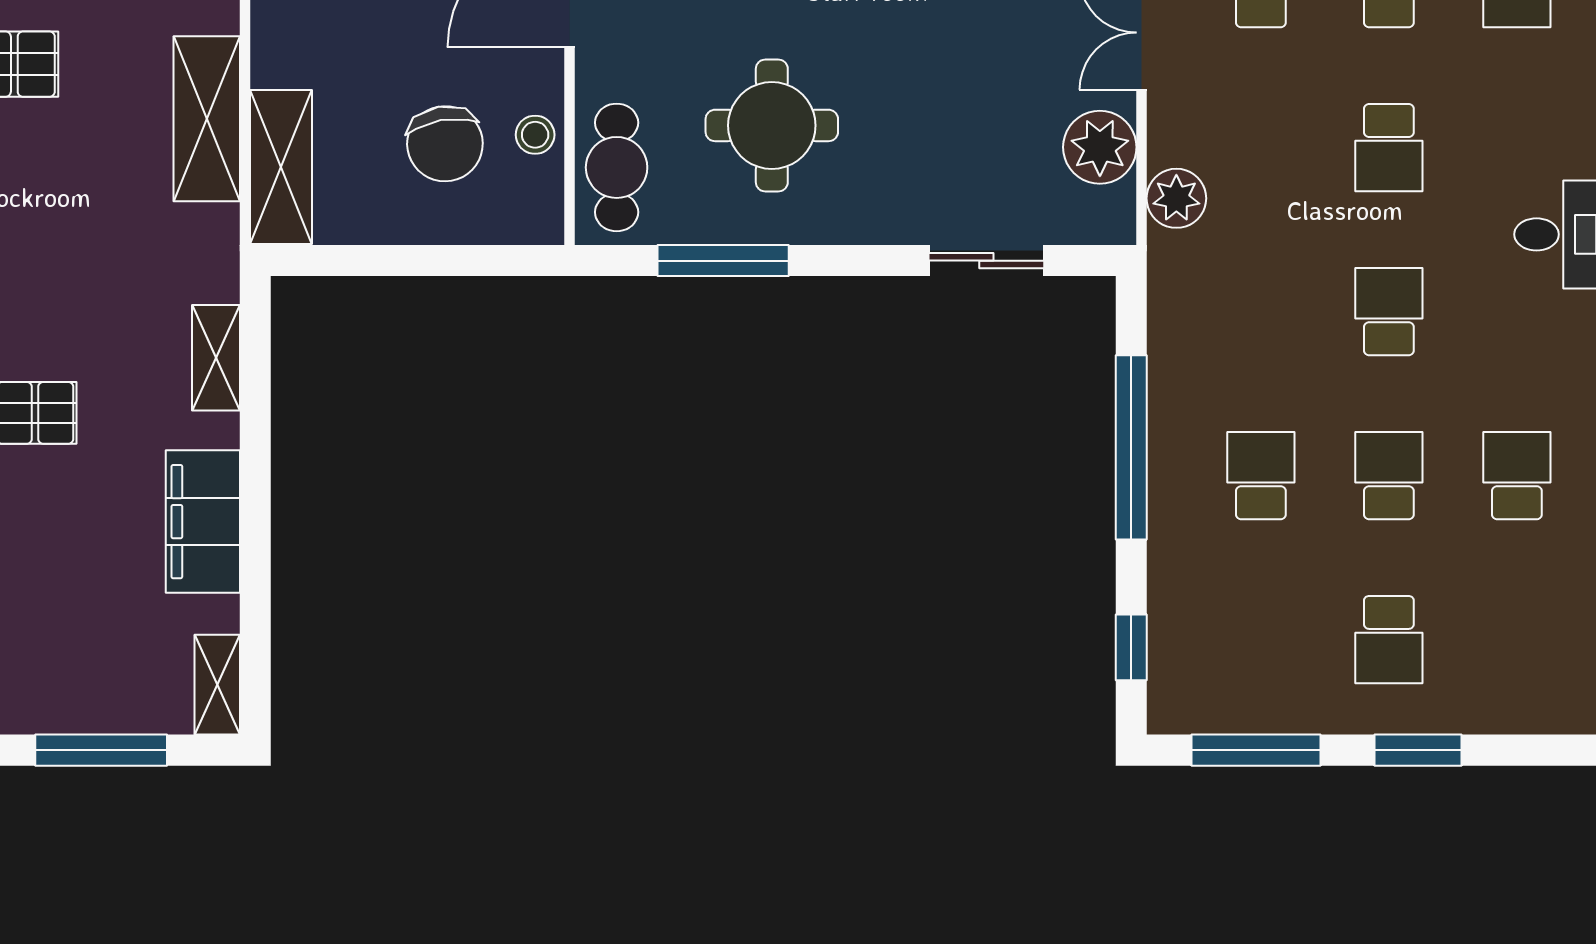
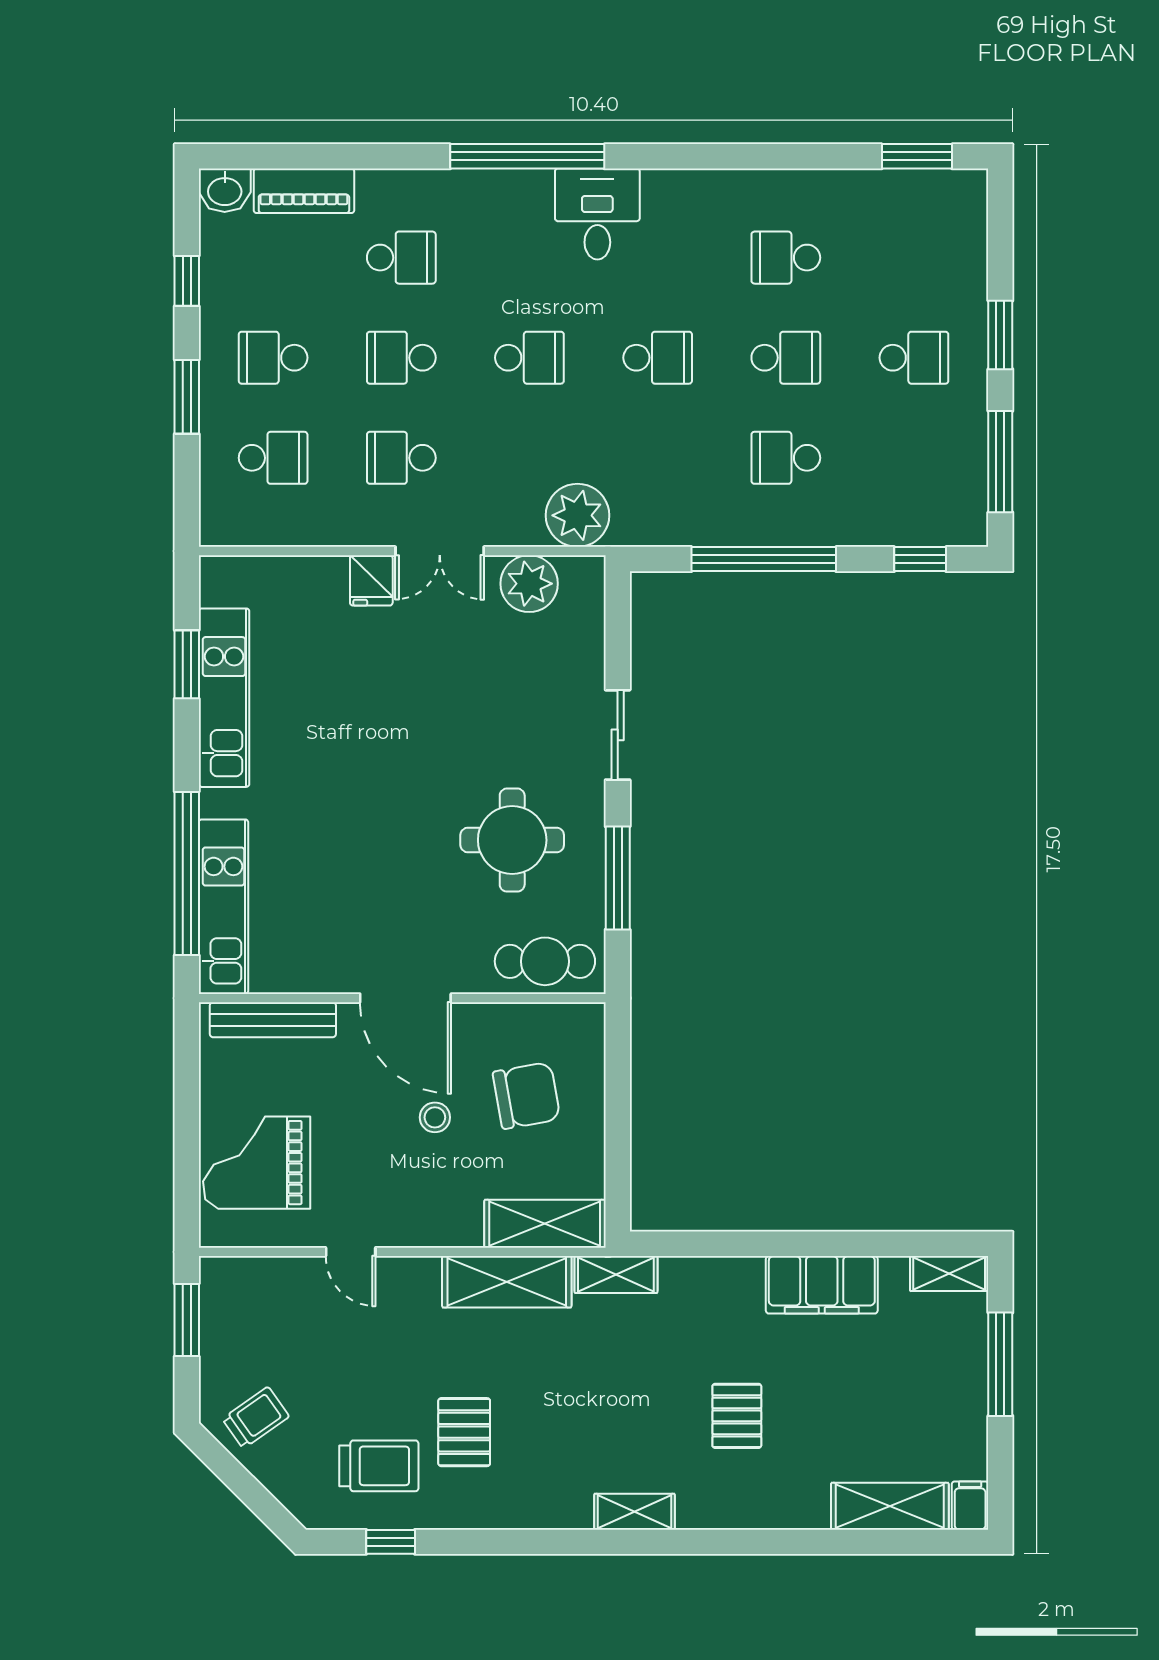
stool: (535, 135) -> (435, 1117), moved
plant: (1176, 198) -> (577, 515), width x1.36, depth x1.36
sliding door: (986, 261) -> (618, 735), moved
school desk: (1389, 312) -> (658, 358), turned 180
shelving: (216, 358) -> (616, 1274), moved
school desk: (1389, 476) -> (786, 358), turned 180

